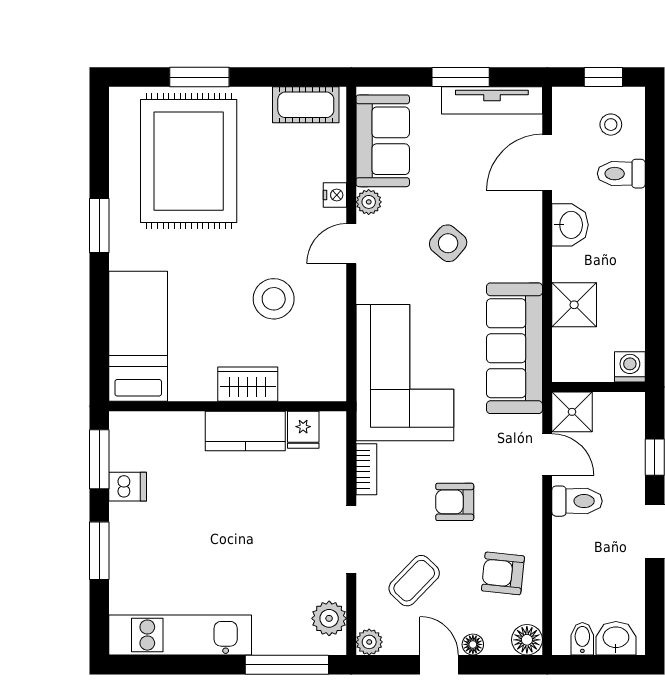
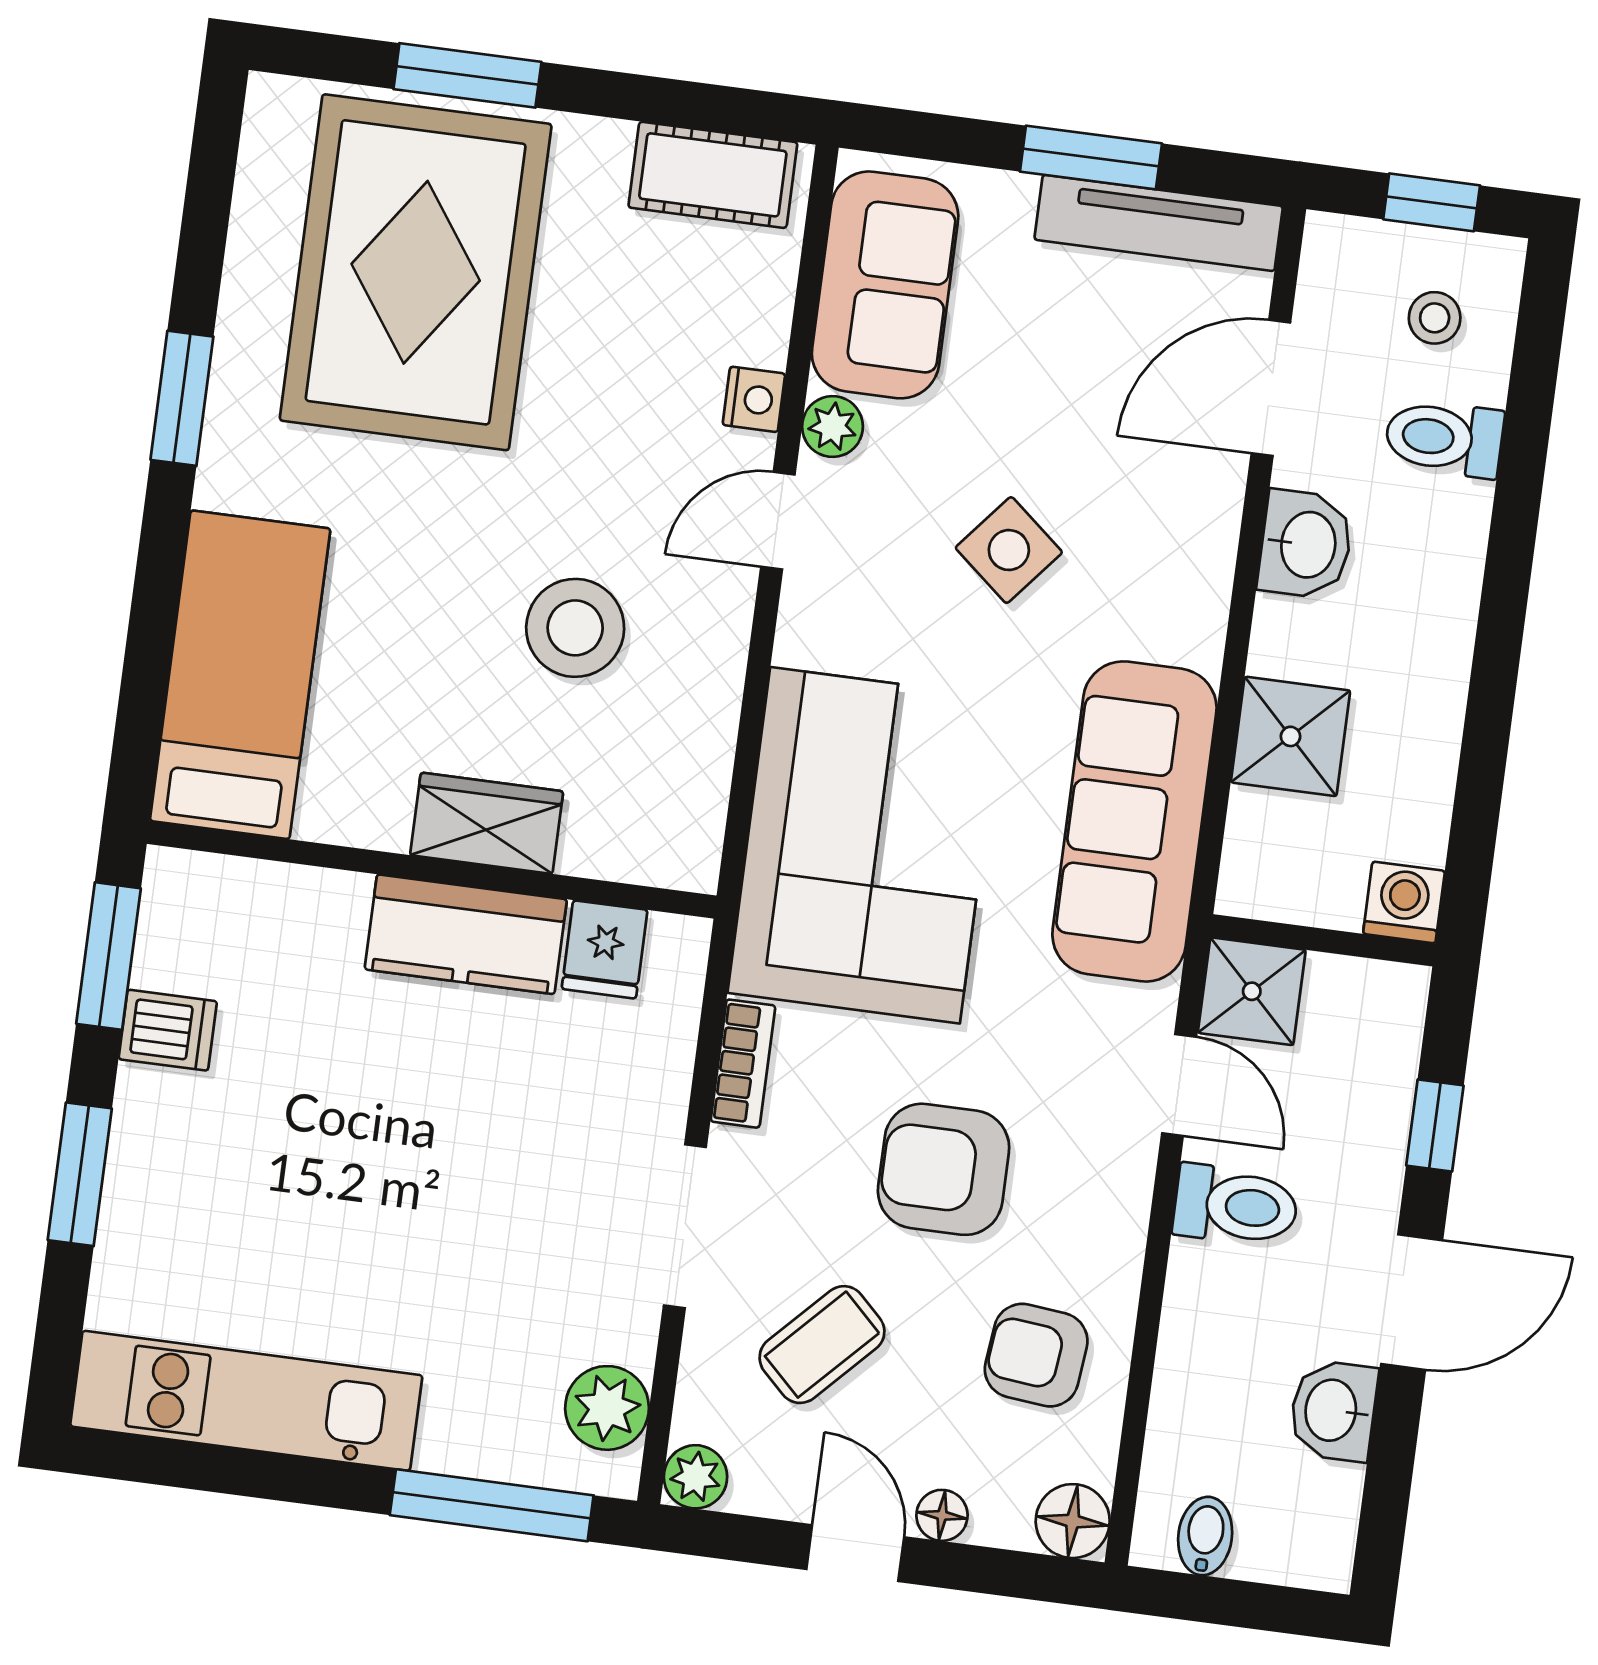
armchair: (455, 502) -> (944, 1169), width x1.38, depth x1.38
washbasin: (616, 638) -> (1333, 1410), moved, turned -90

